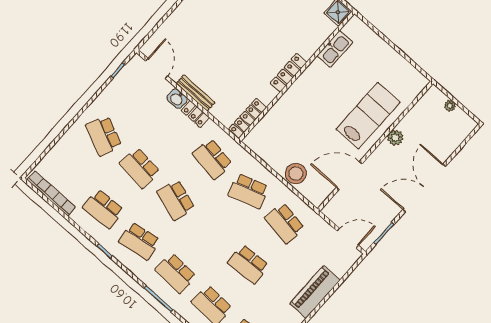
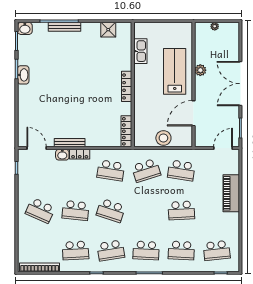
kitchen sink: (335, 49) -> (140, 51), moved
locker: (289, 73) -> (127, 86), moved
wall: (297, 76) -> (133, 85), moved
locker: (248, 118) -> (126, 131), moved

